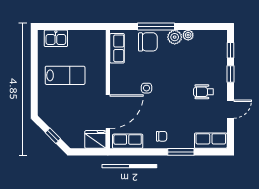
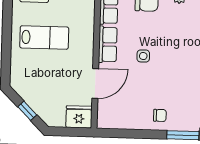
door: (108, 112) -> (95, 83), width x0.73
row of seats: (128, 141) -> (108, 44), moved, turned 90

